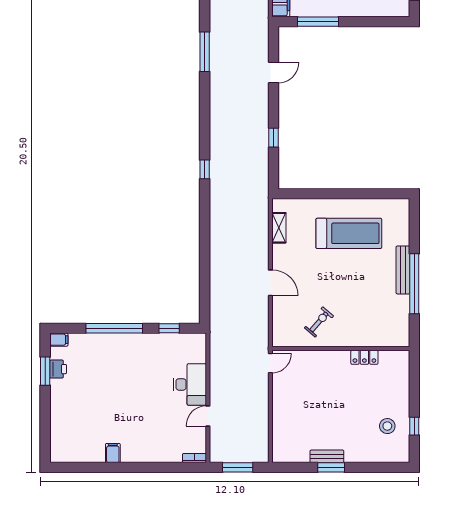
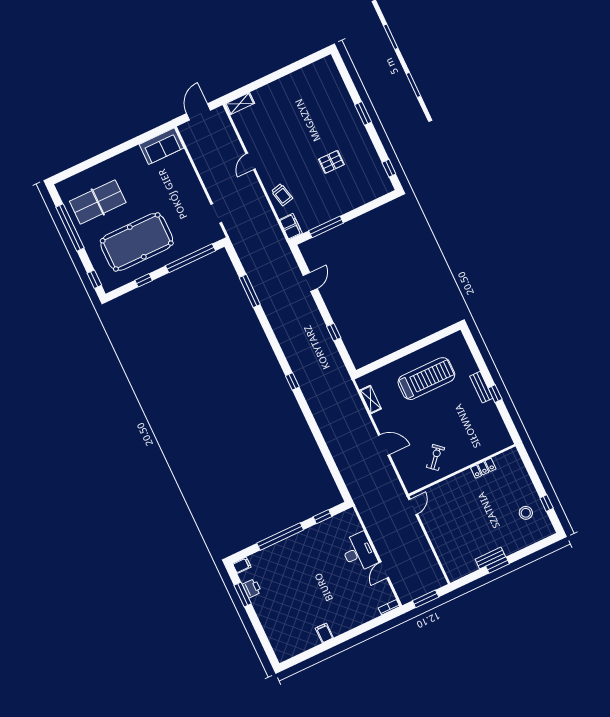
bench: (403, 270) -> (481, 387), width x0.73
window: (414, 284) -> (495, 394), width x0.32

